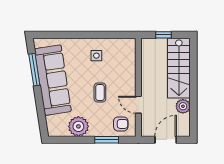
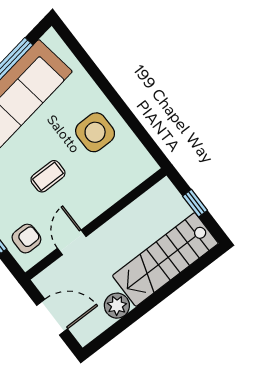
side table: (96, 56) -> (95, 132), width x1.87, depth x1.87
armchair: (121, 124) -> (26, 239), turned -90

